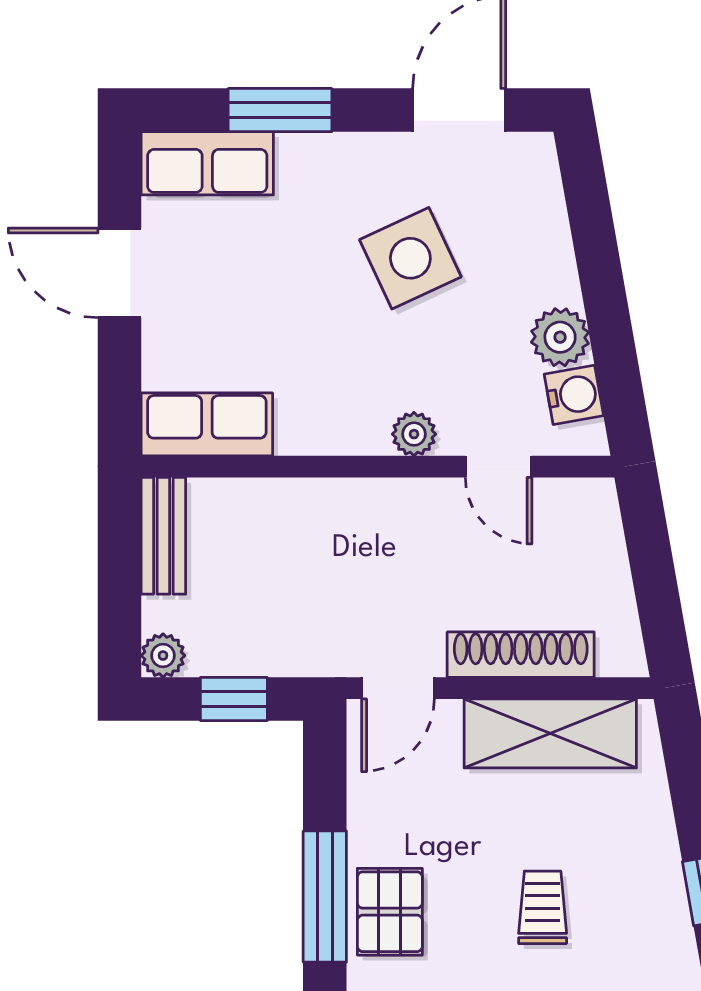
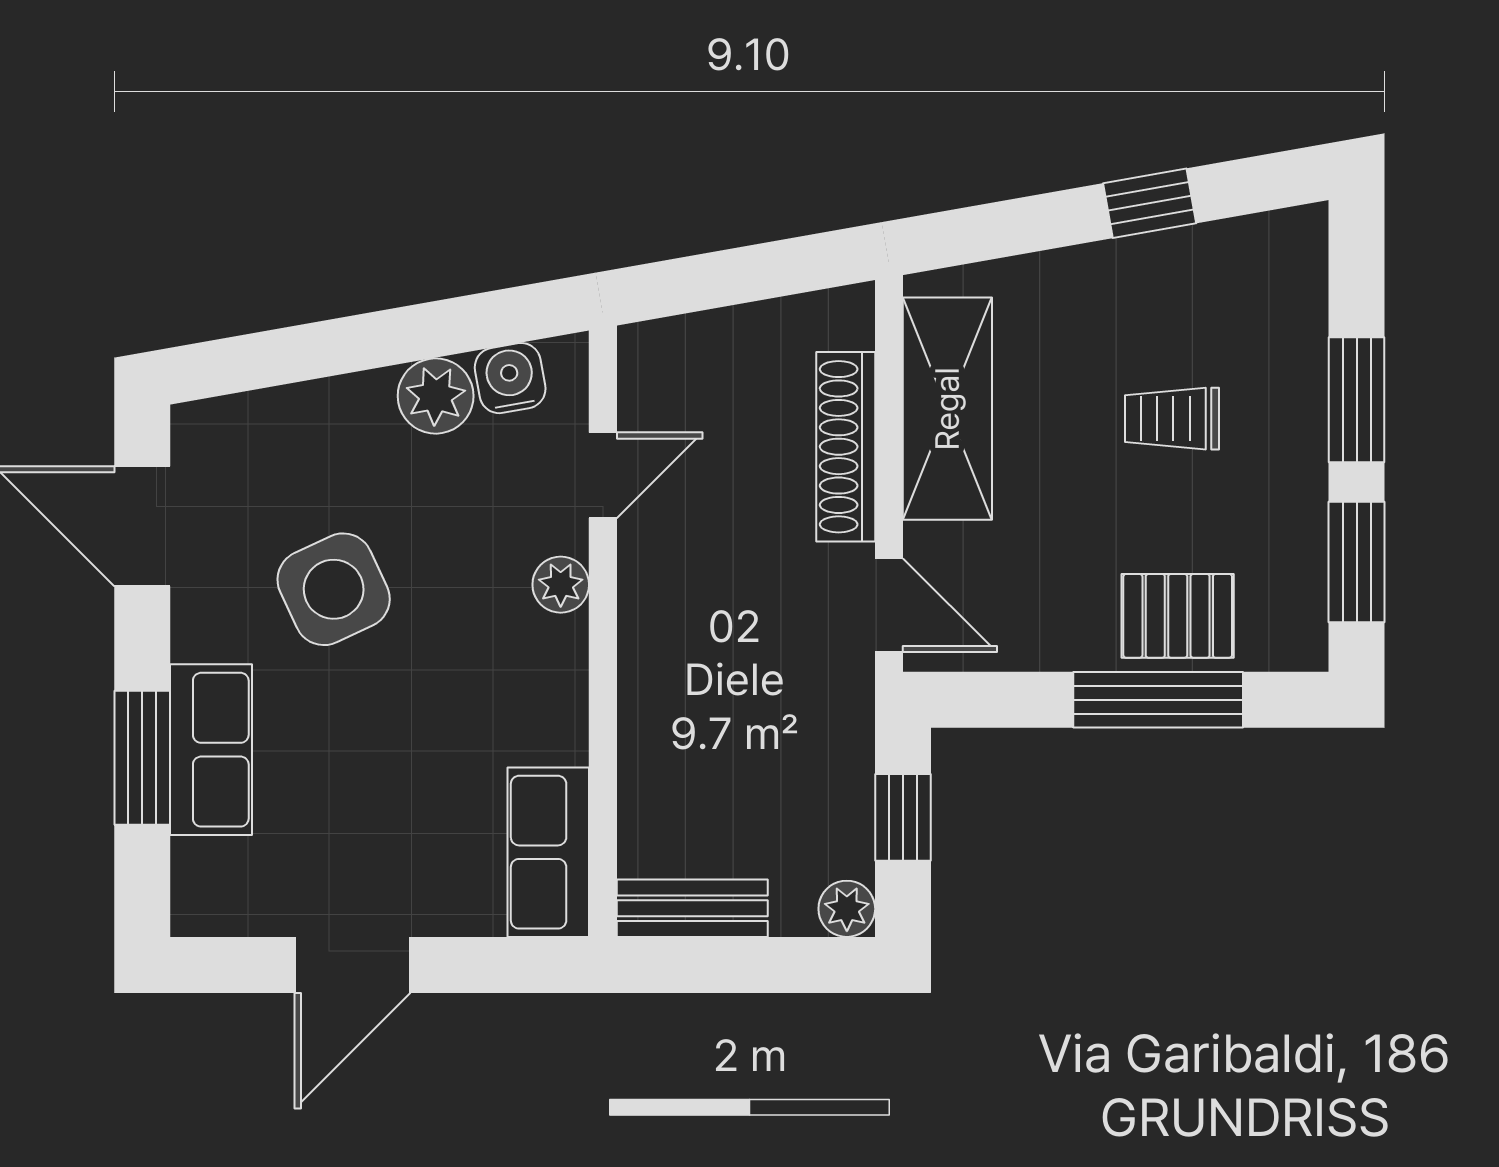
row of seats: (207, 163) -> (211, 750), moved

